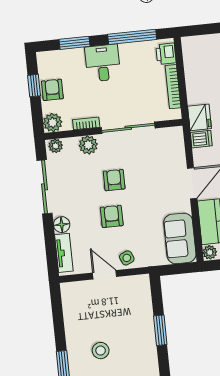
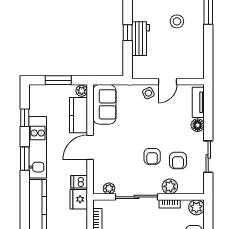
plant: (56, 146) -> (109, 188), moved
sliding door: (44, 187) -> (208, 157), width x0.73
armchair: (112, 216) -> (178, 160), moved
door: (105, 275) -> (168, 82), hinge flipped
workbench: (143, 325) -> (141, 39), added
window: (160, 330) -> (128, 33), width x0.67

